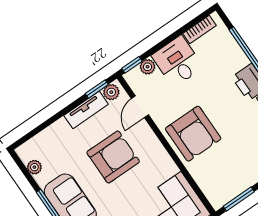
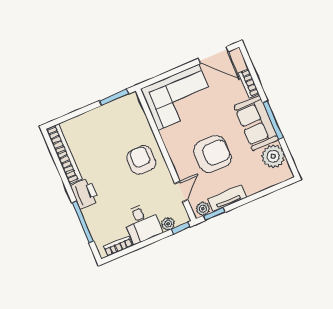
armchair: (193, 134) -> (141, 160), width x0.73, depth x0.73
armchair: (113, 157) -> (212, 154), turned 180
plant: (34, 167) -> (273, 156), width x1.87, depth x1.87

